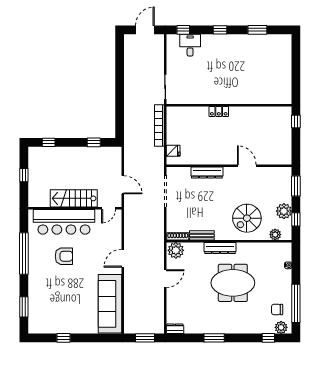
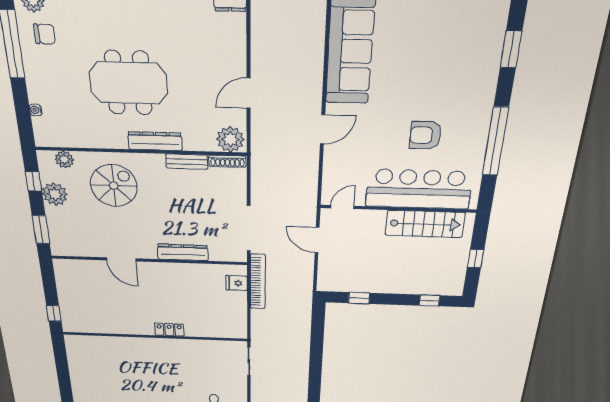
bookcase: (159, 125) -> (258, 282), moved
stairs: (74, 198) -> (425, 224), moved

